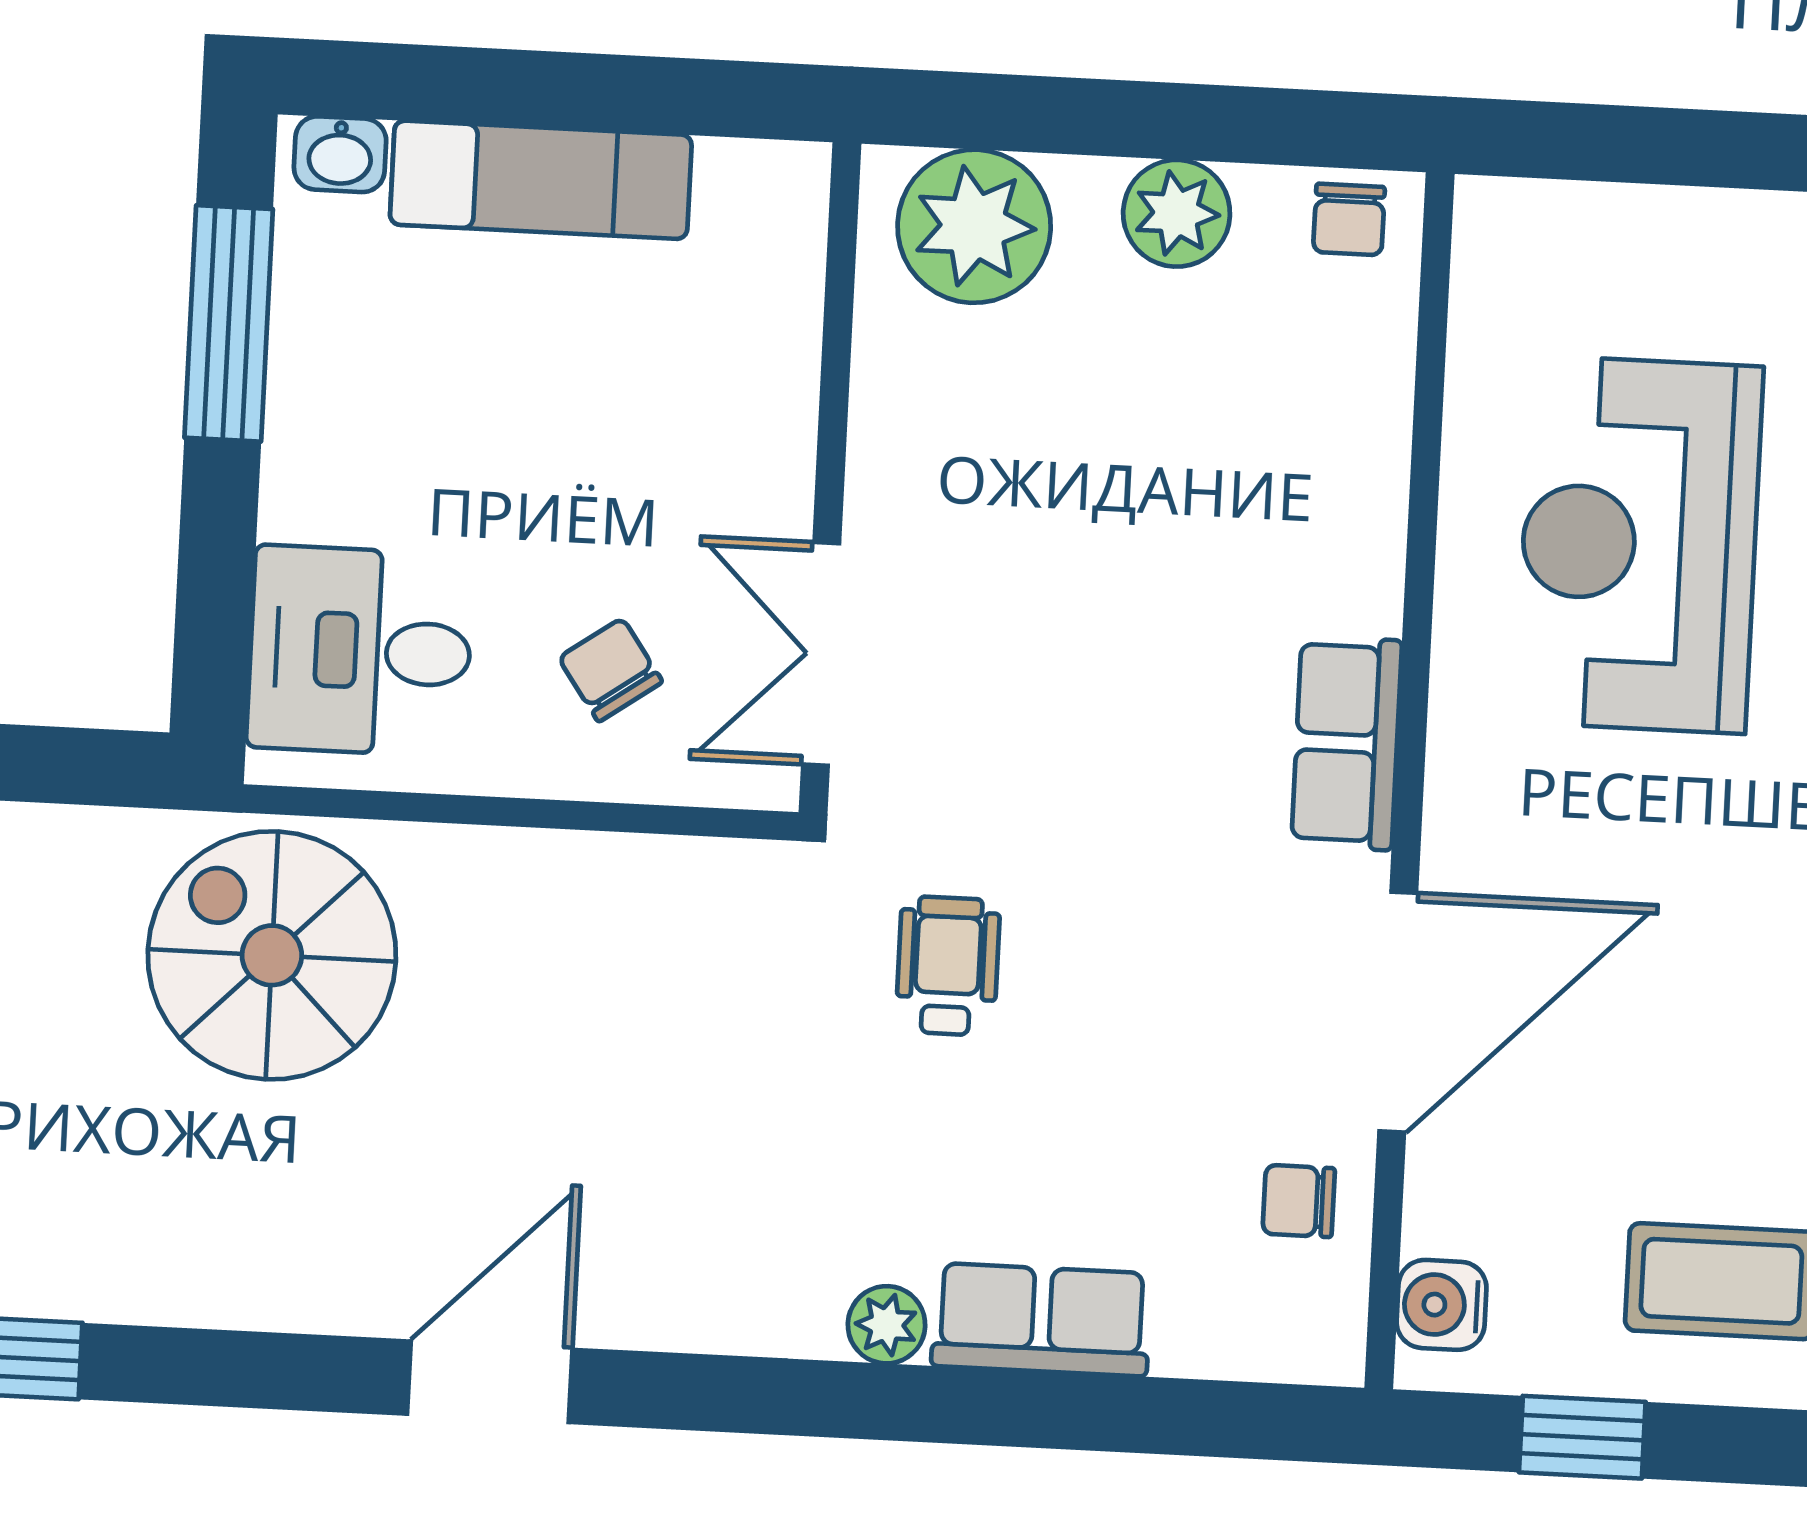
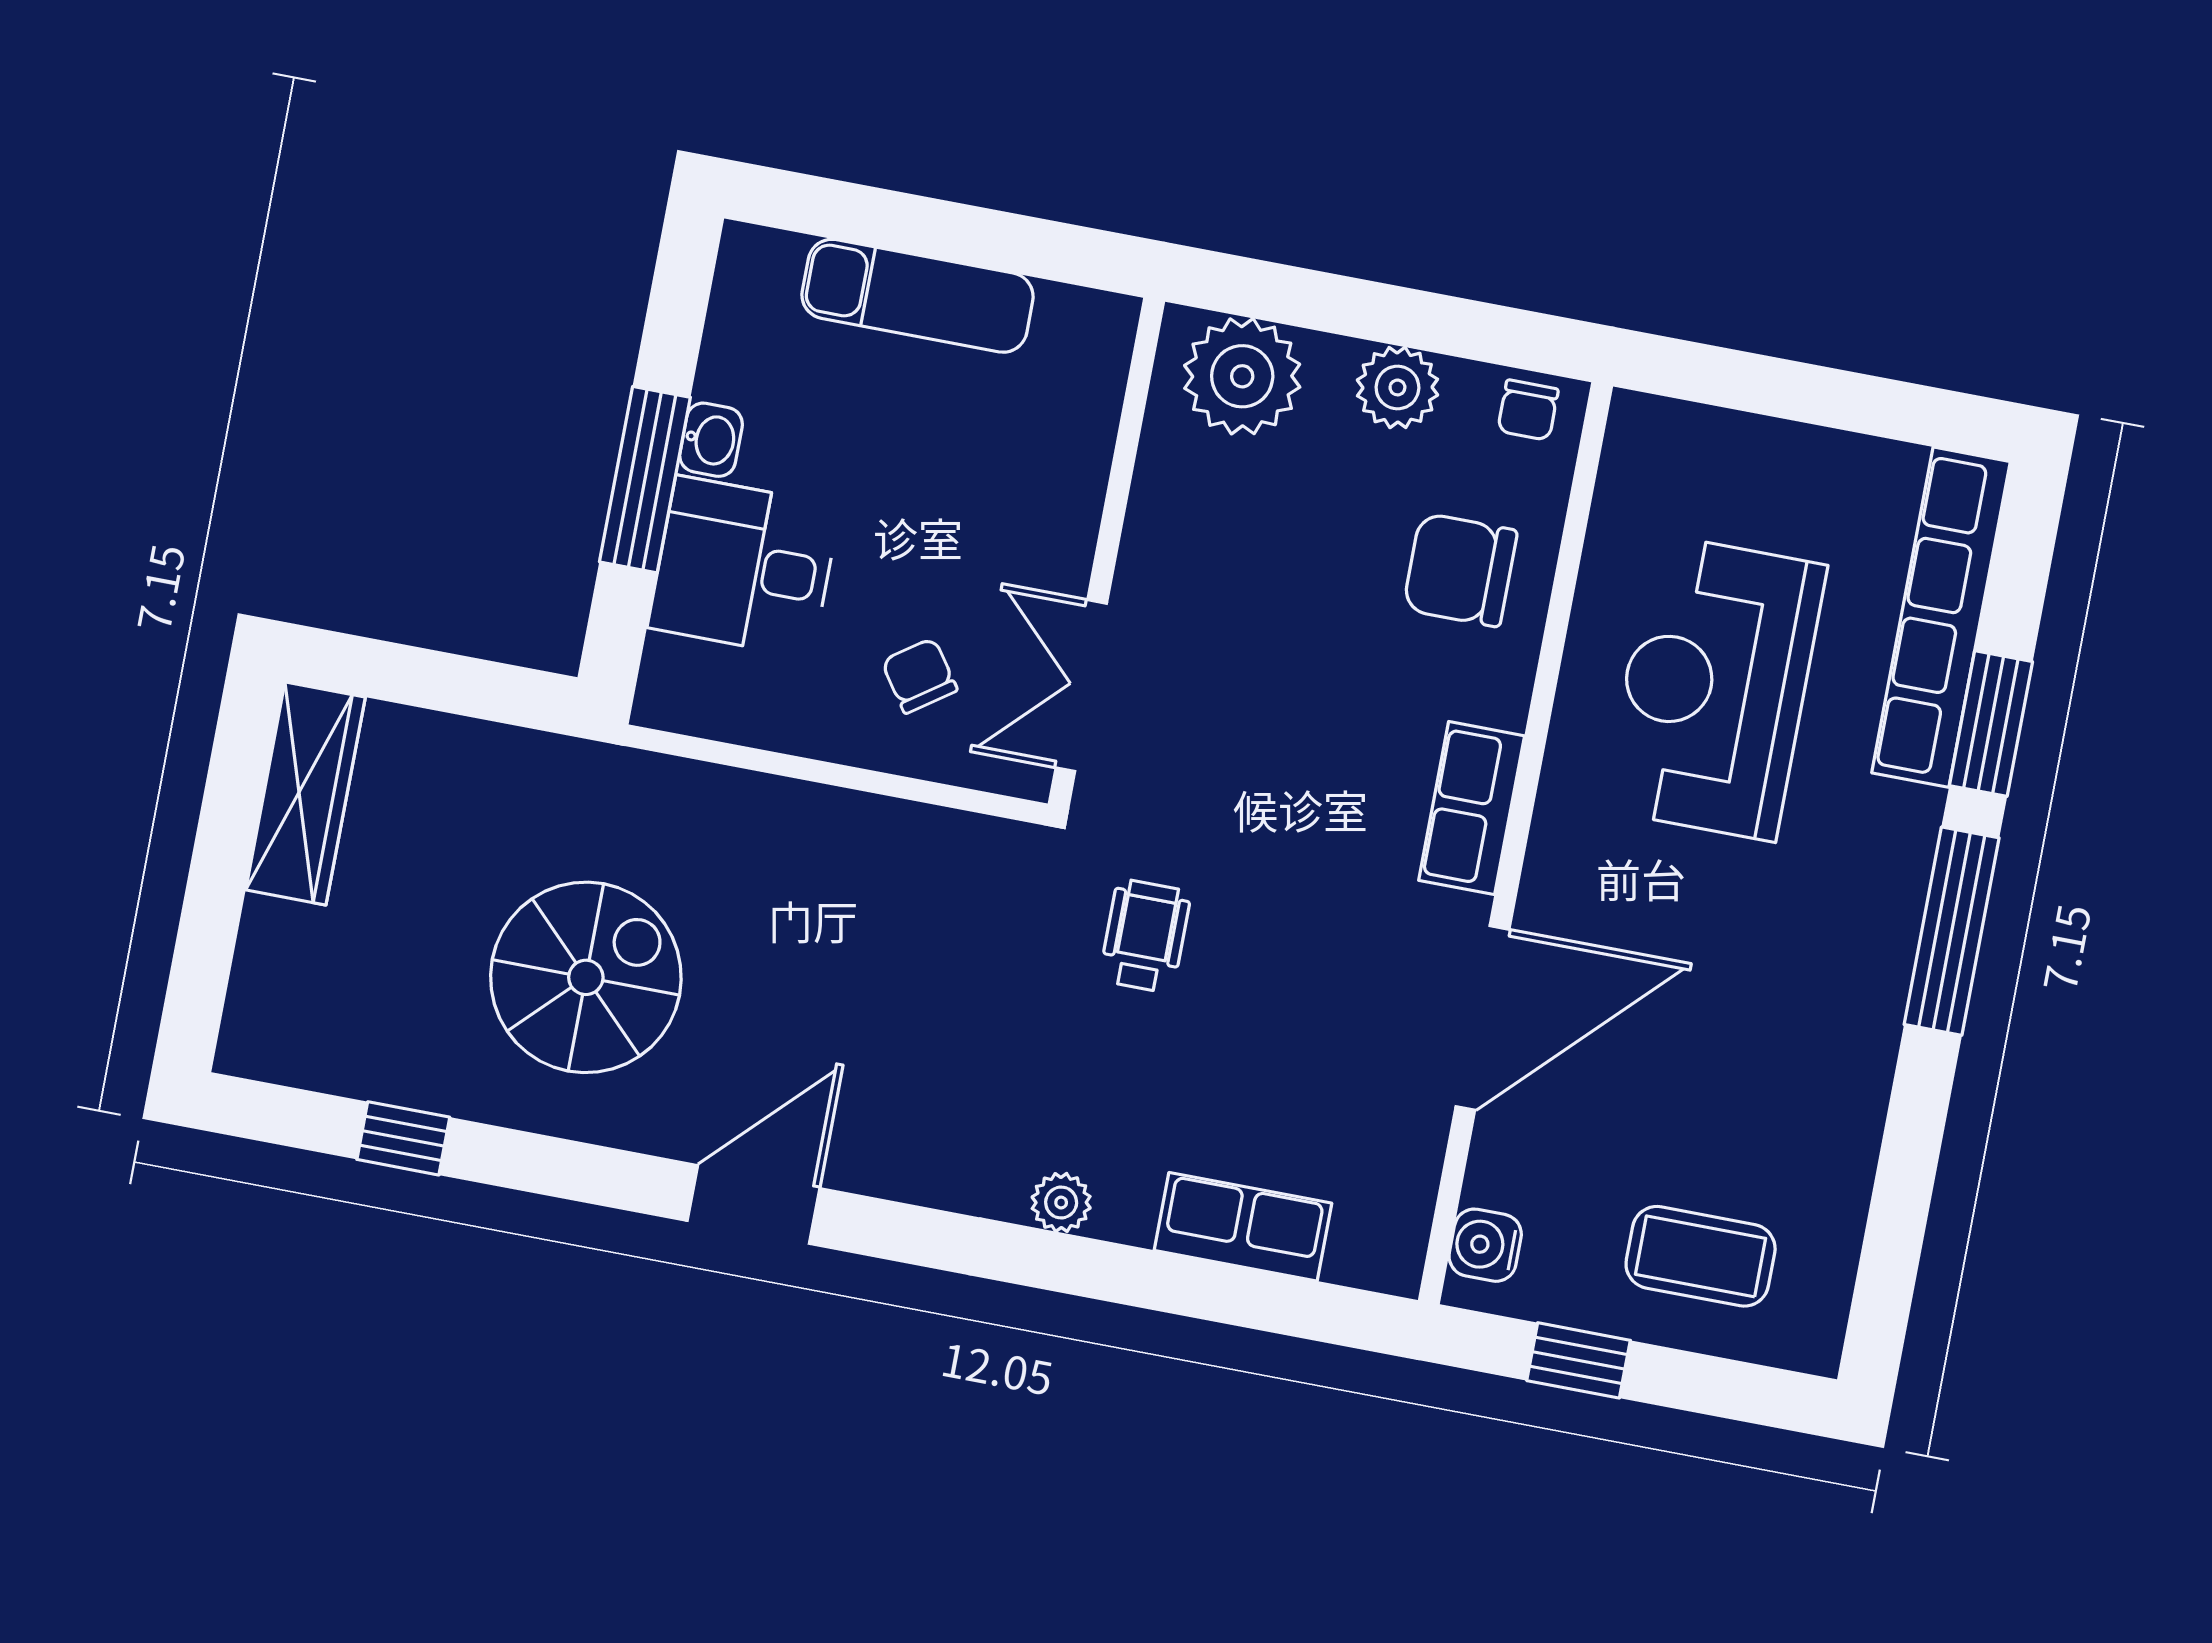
washbasin: (340, 154) -> (711, 440), moved, turned -90
window: (229, 323) -> (645, 480), moved
desk: (360, 651) -> (744, 567), moved
spiral stairs: (272, 955) -> (586, 977), moved, turned 90
chair: (1299, 1201) -> (1460, 570), moved, width x1.87, depth x1.87
row of seats: (1041, 1320) -> (1243, 1227), moved

